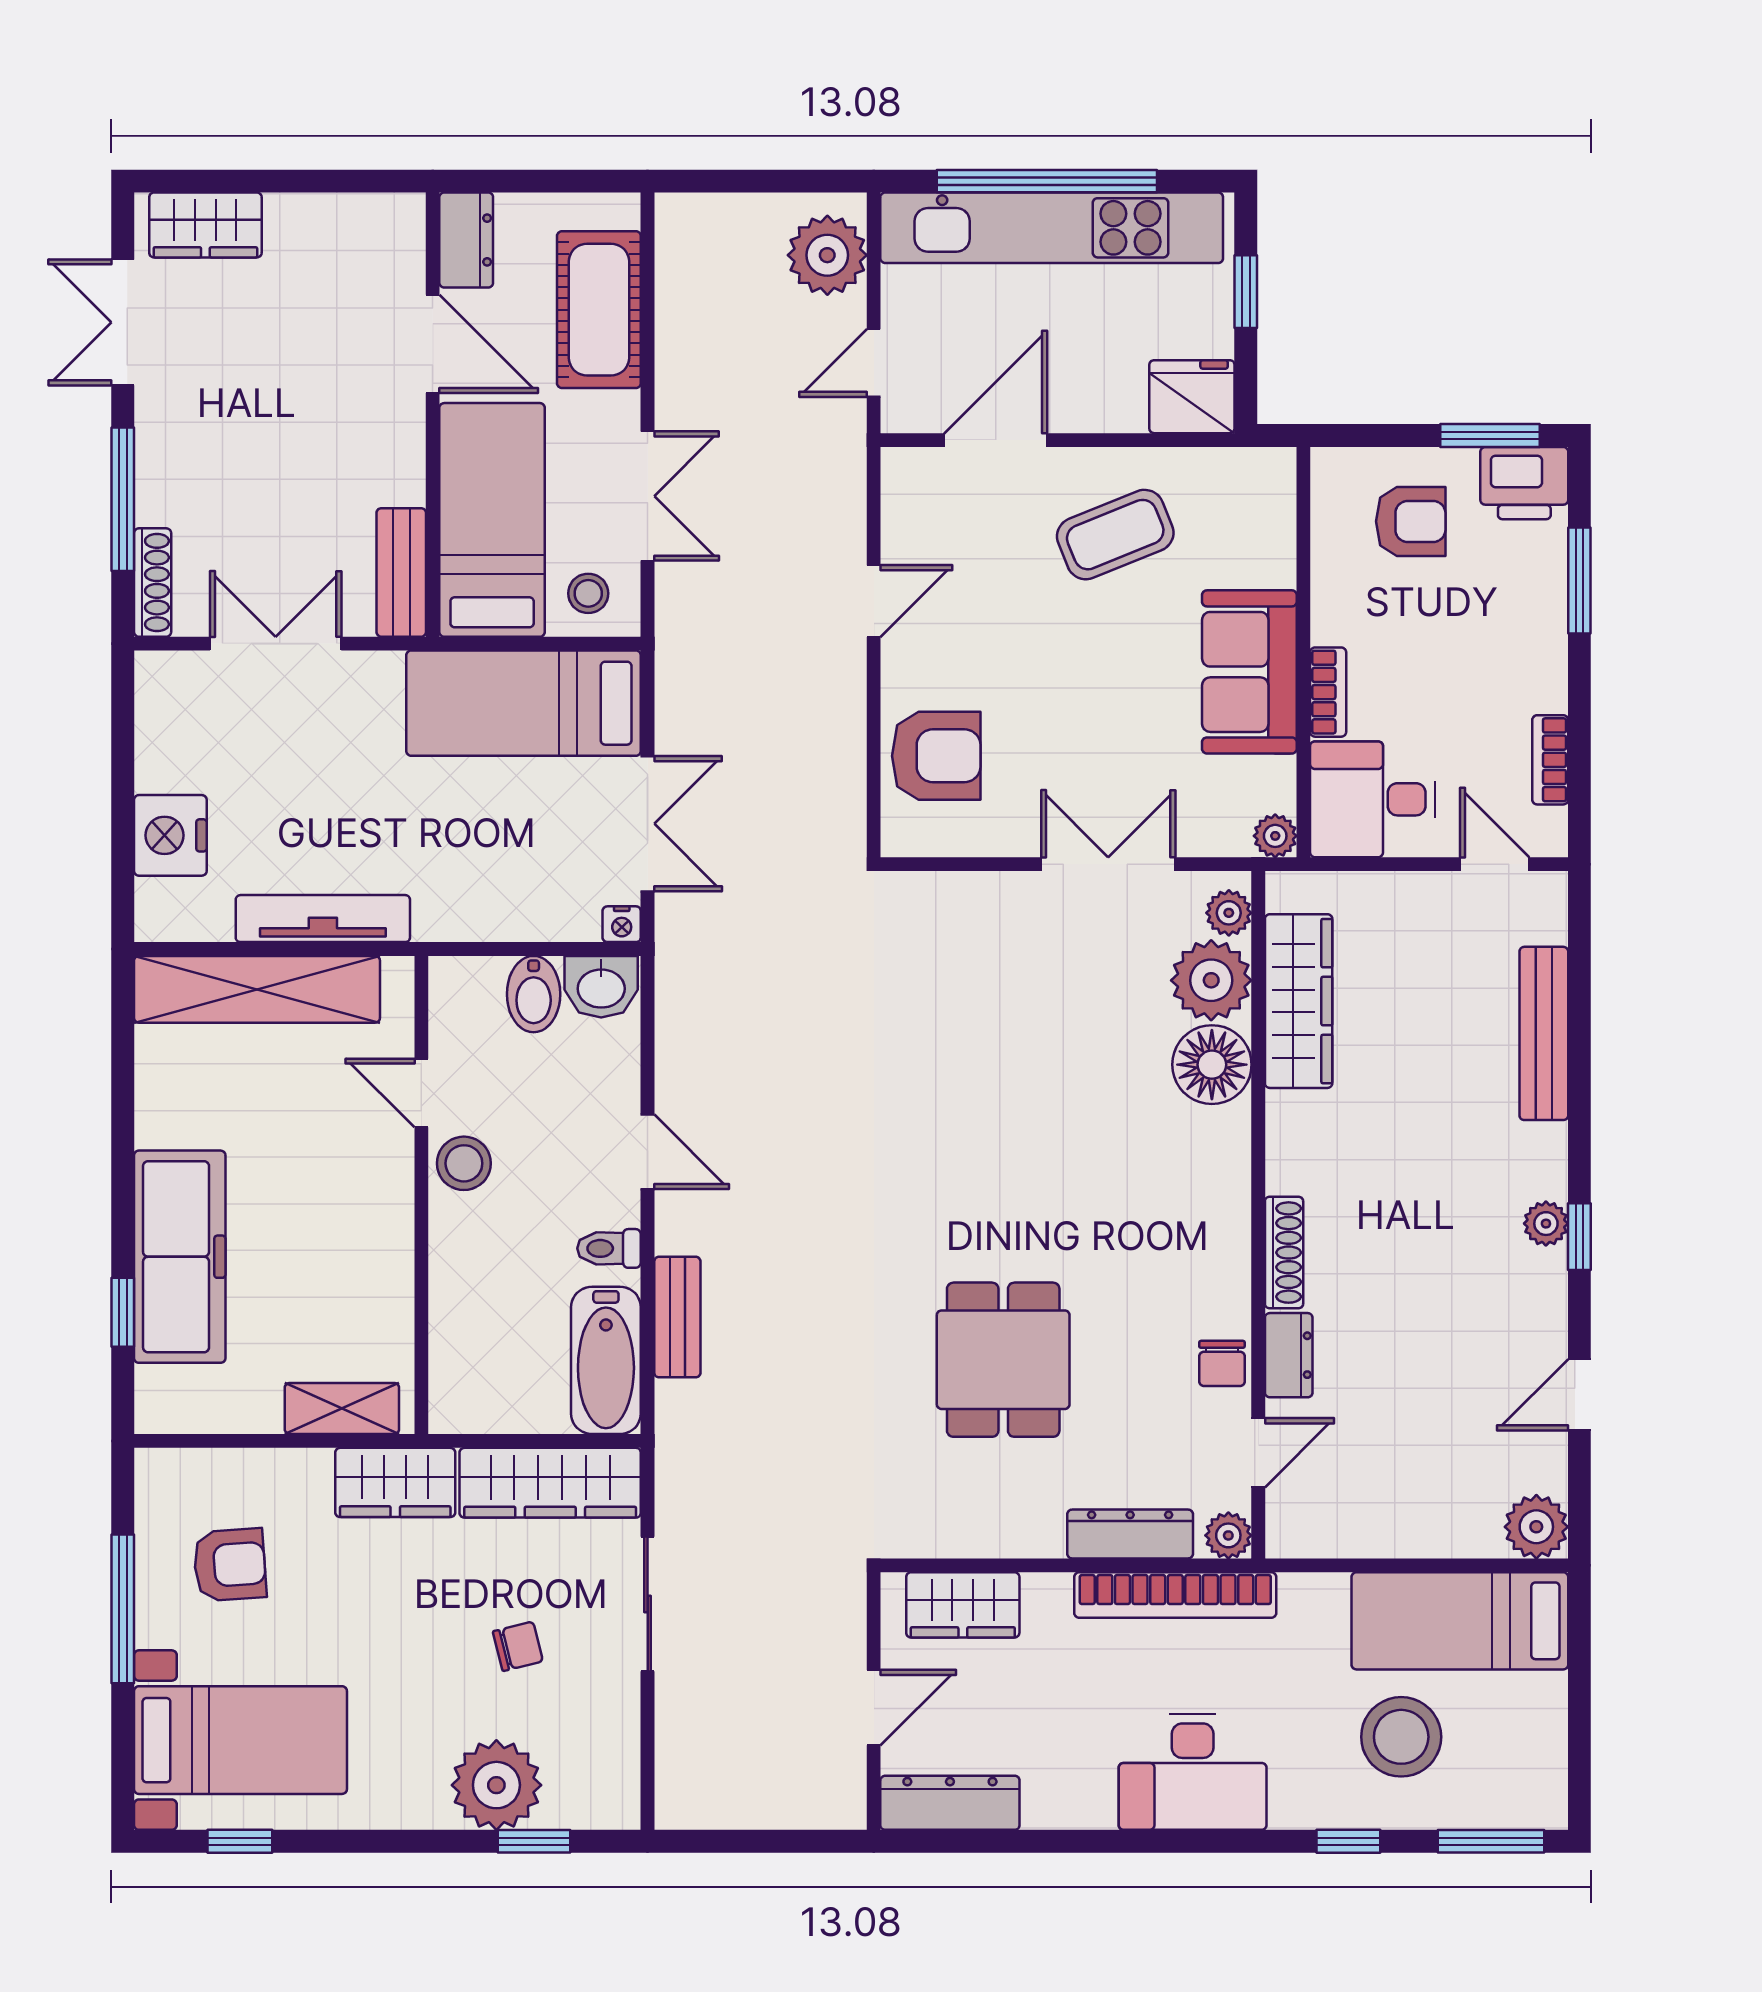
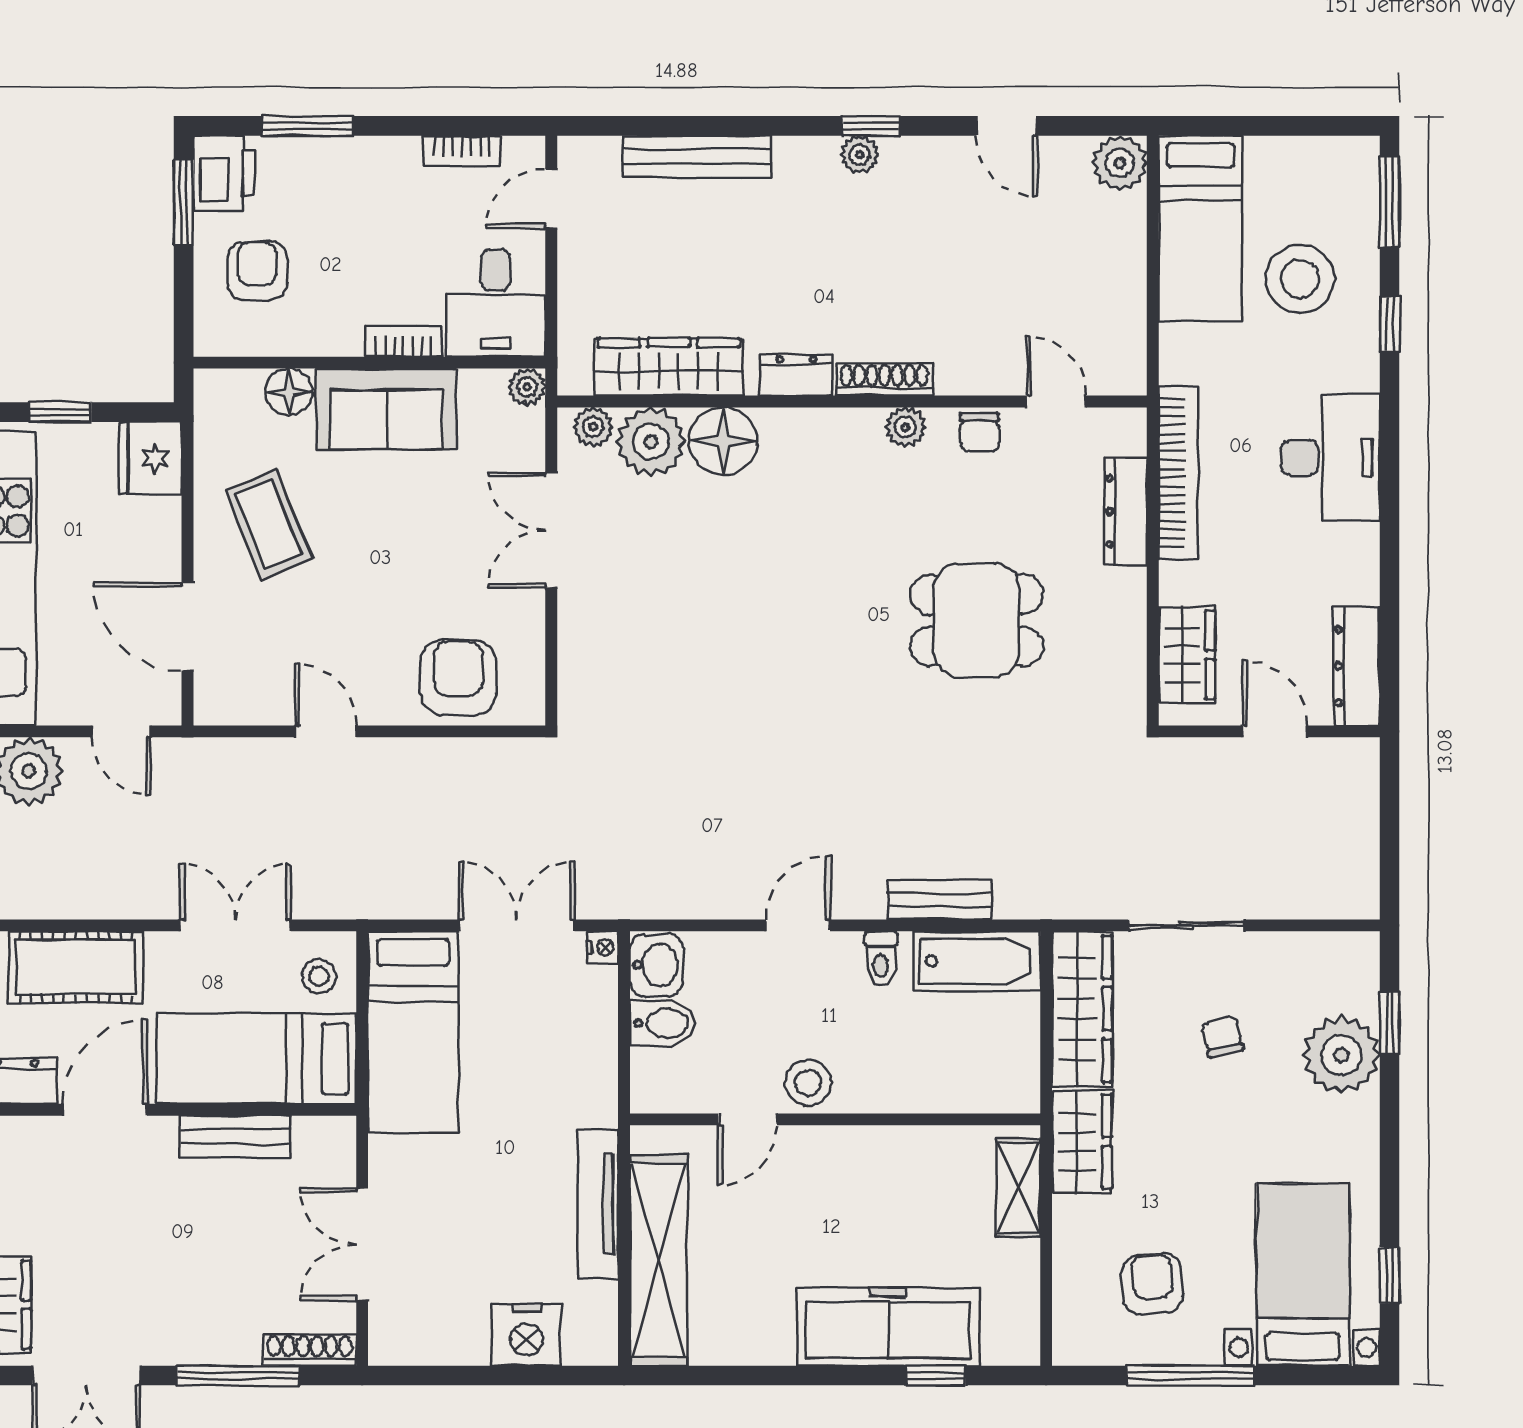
floor lamp: (1269, 558) -> (289, 392), added
bench: (401, 572) -> (235, 1137), moved
dresser: (1289, 1355) -> (796, 375), moved
chair: (1222, 1363) -> (980, 433), turned 90
plant: (1228, 1535) -> (905, 427), moved

